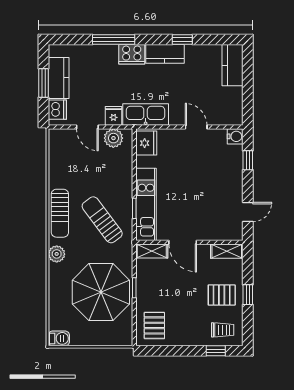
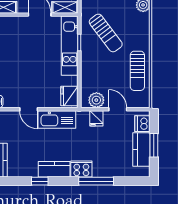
kitchen sink: (146, 114) -> (57, 119), moved
sun lounger: (60, 213) -> (137, 71), moved, turned 180

